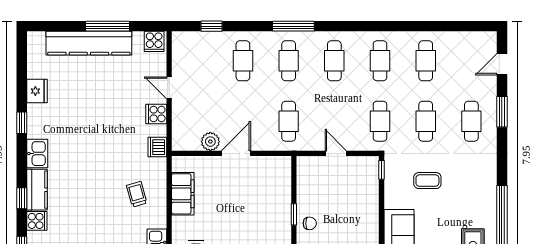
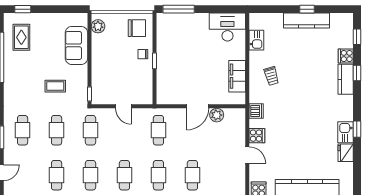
kitchen sink: (37, 154) -> (346, 132), moved

